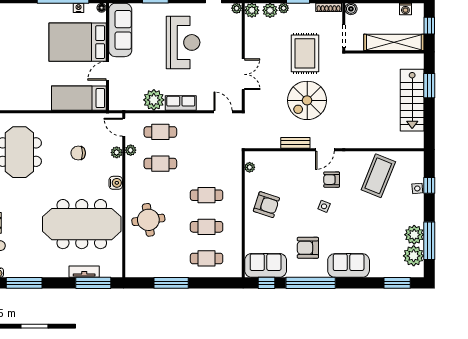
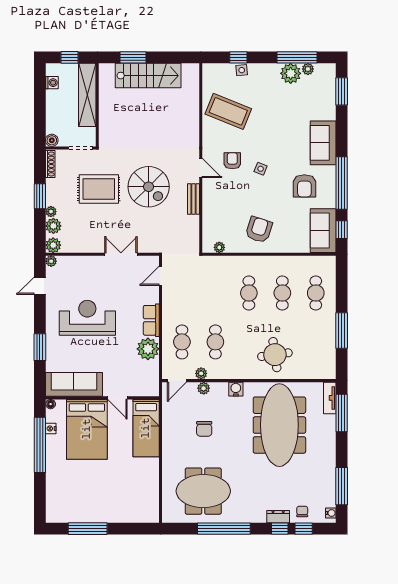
armchair: (332, 180) -> (232, 161), turned 180
plant: (414, 256) -> (308, 69), width x0.53, depth x0.53
tv unit: (84, 272) -> (330, 398), moved

